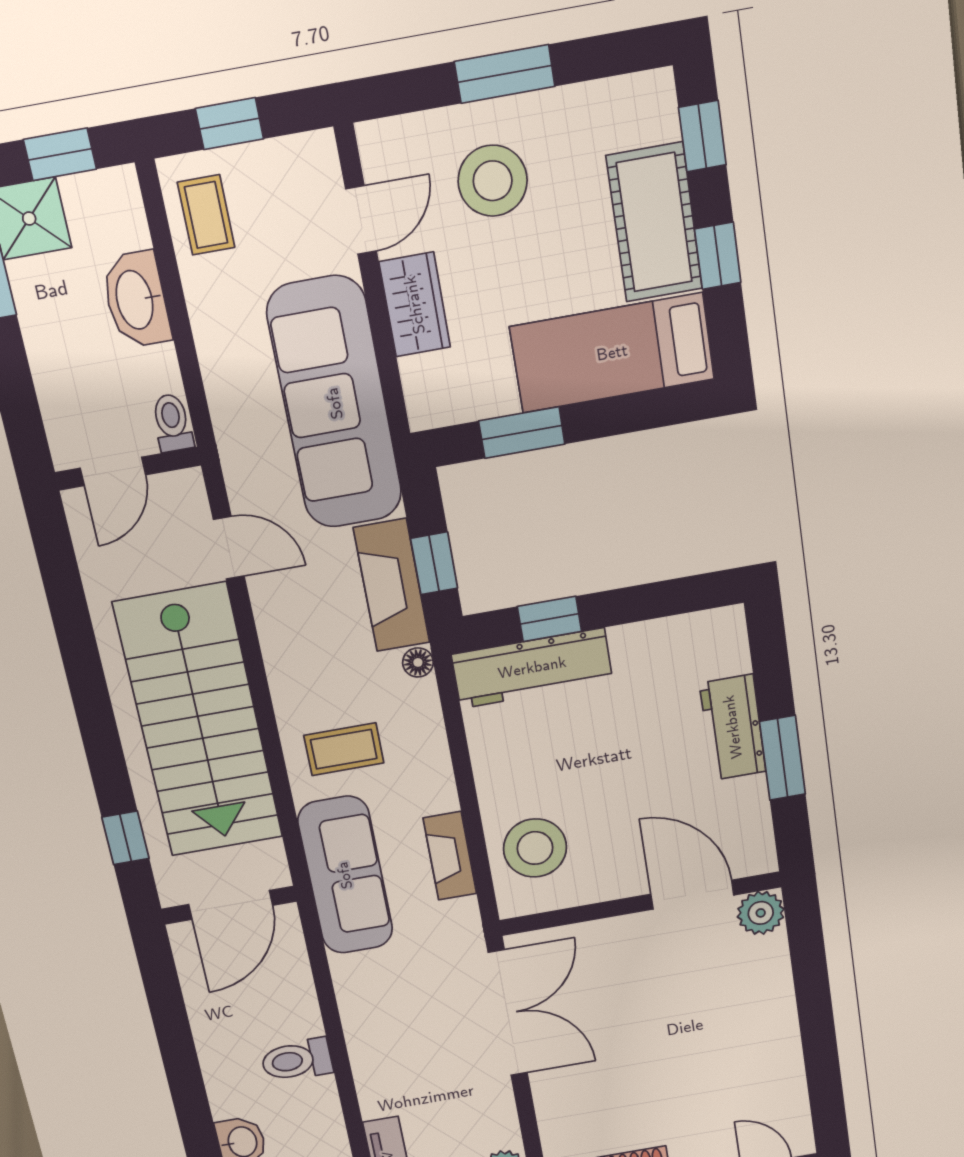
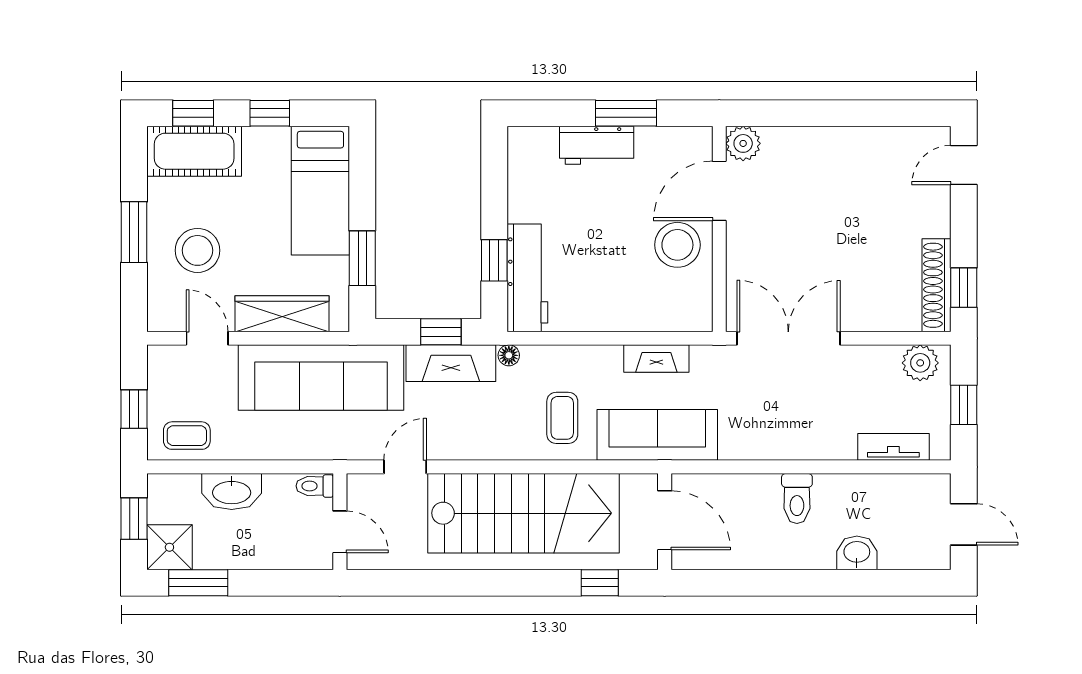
cot: (654, 223) -> (194, 151), moved
wardrobe: (415, 305) -> (282, 314), width x1.50
stool: (535, 848) -> (677, 245), moved

